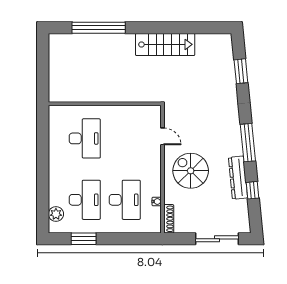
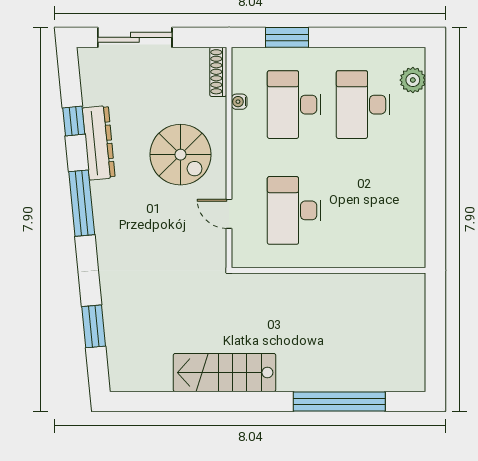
desk: (85, 138) -> (294, 210), moved
window: (84, 239) -> (287, 37), moved

